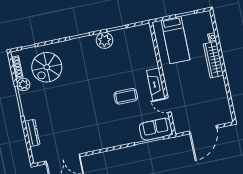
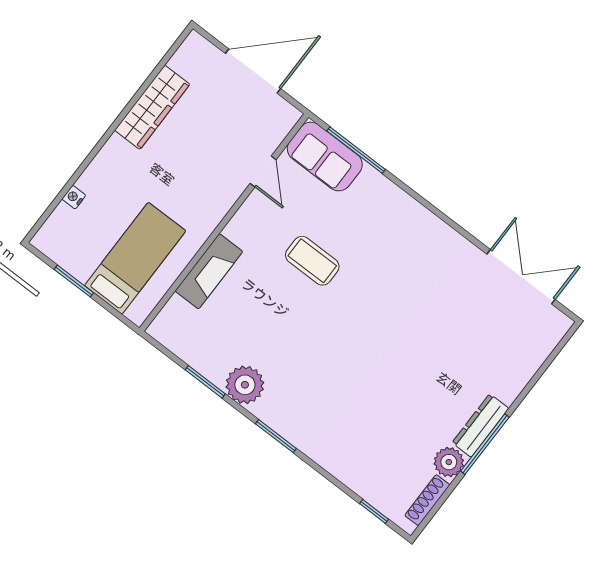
wardrobe: (213, 60) -> (152, 107), moved
spiral stairs: (47, 67) -> (382, 447), removed
fireplace: (156, 84) -> (209, 271), moved
dresser: (32, 133) -> (480, 426), moved

